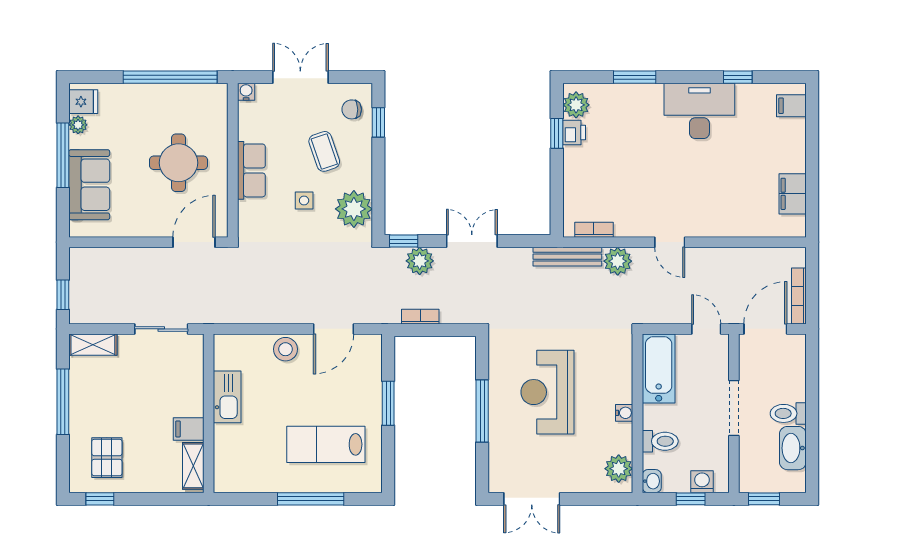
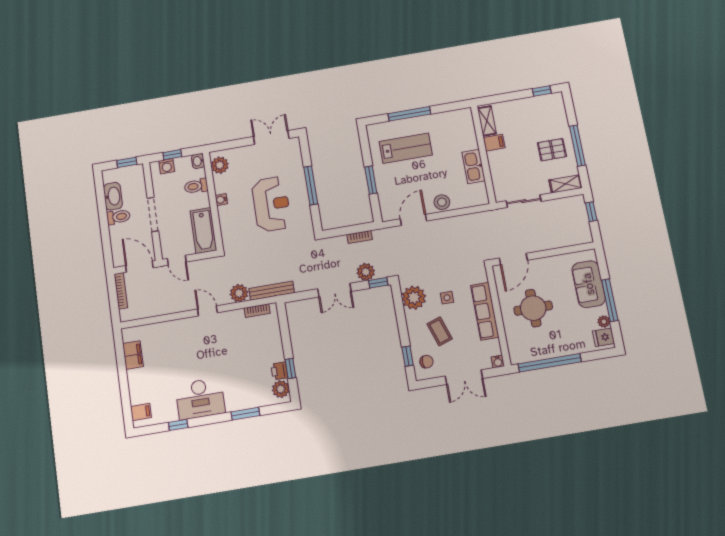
row of seats: (251, 170) -> (485, 311), width x1.48
door: (765, 329) -> (139, 267), swing flipped
pallet: (107, 458) -> (552, 150), moved, turned 90

